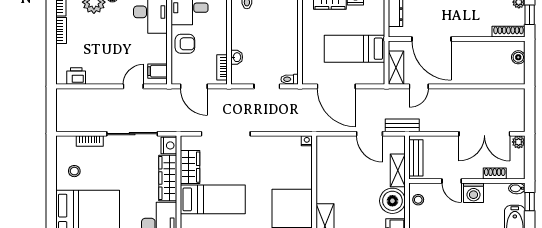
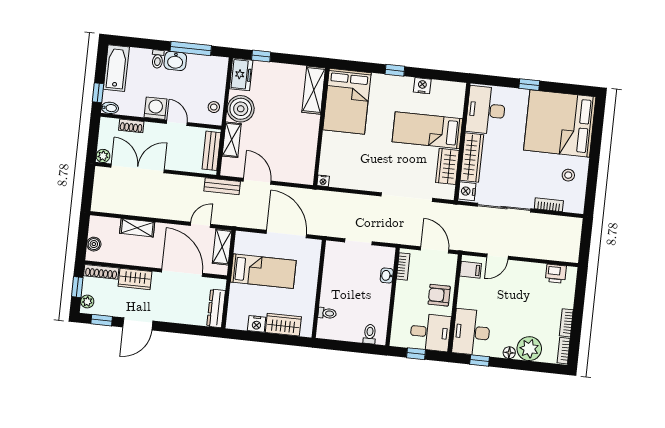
wardrobe: (476, 28) -> (135, 279), added
shelving: (479, 77) -> (137, 228), added
toilet: (290, 79) -> (327, 313), moved

